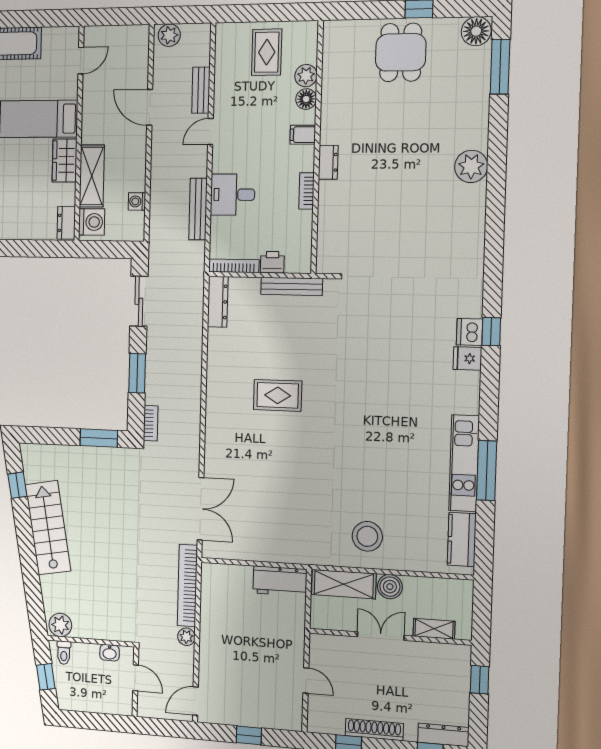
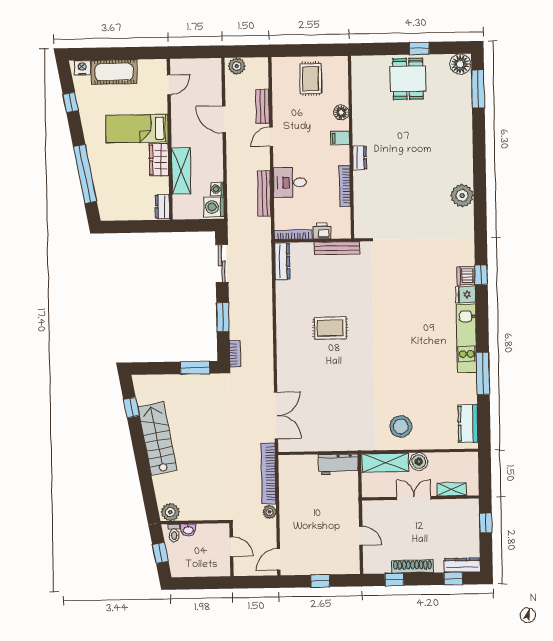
plant: (306, 76) -> (340, 96), removed
plant: (471, 166) -> (462, 196), moved
bookcase: (306, 191) -> (345, 186), width x1.56
washing machine: (92, 222) -> (214, 207), moved, turned 180
kitchen unit: (464, 463) -> (466, 338), moved
washbasin: (110, 653) -> (188, 530), moved

